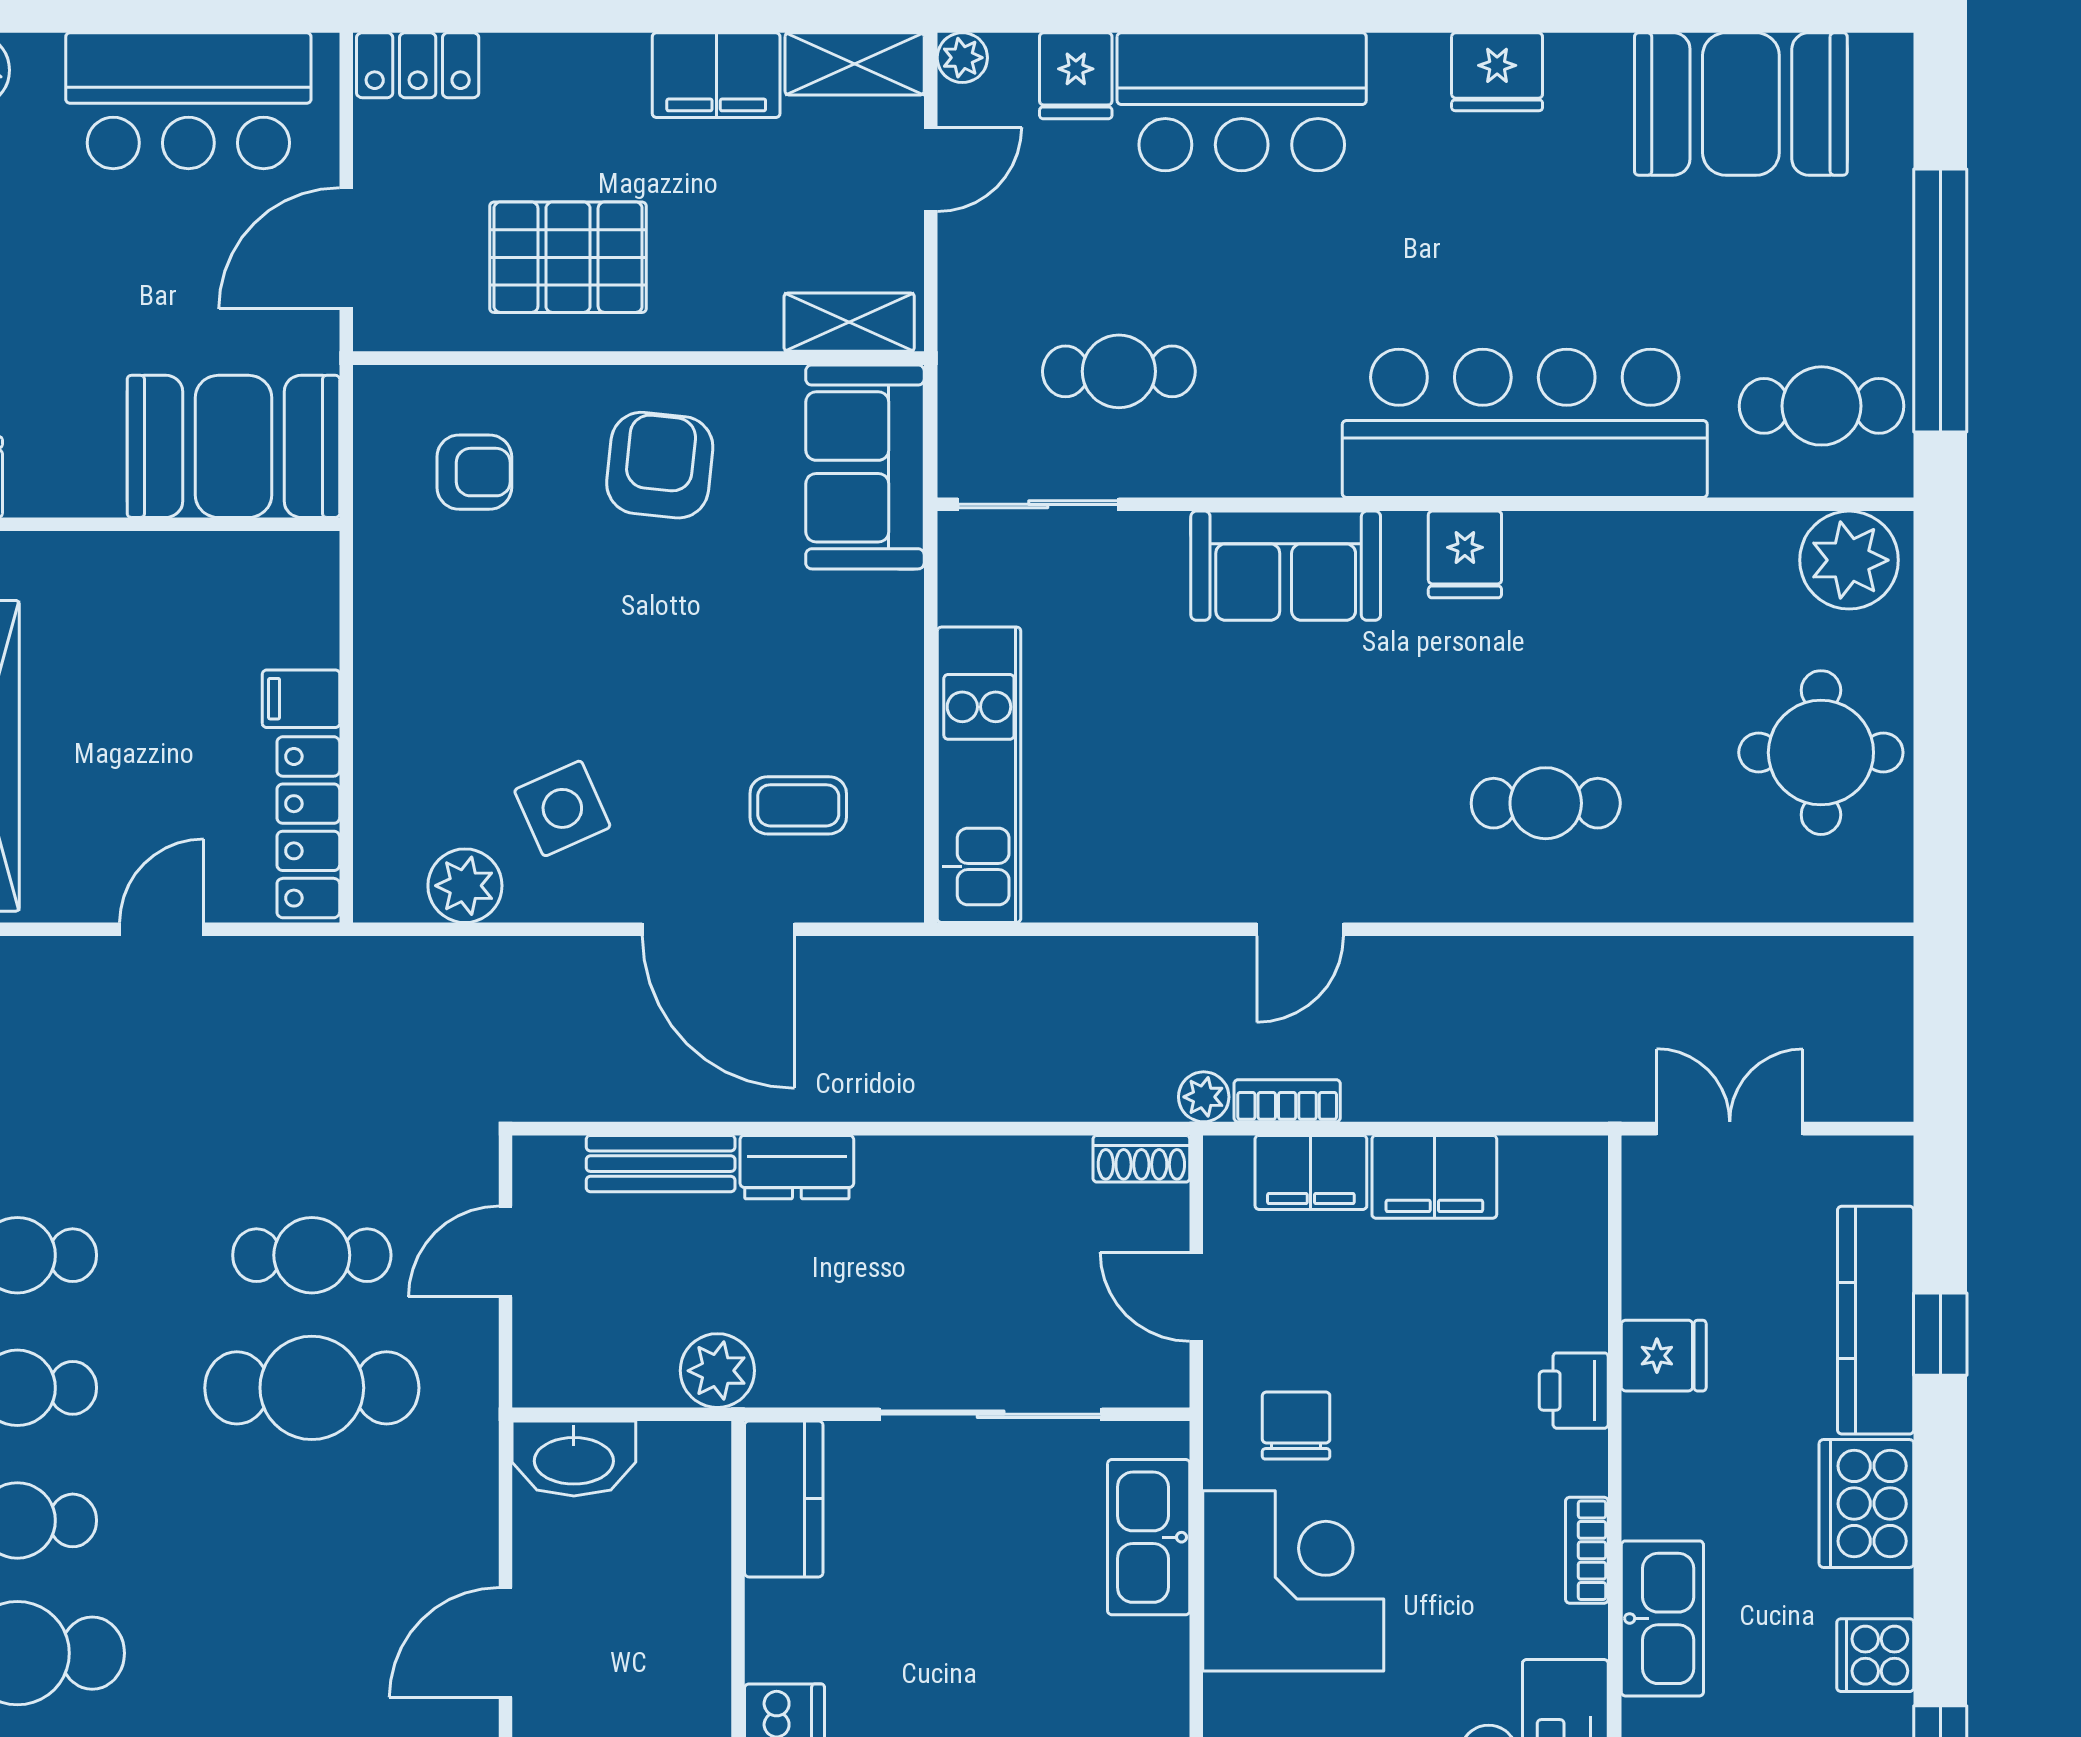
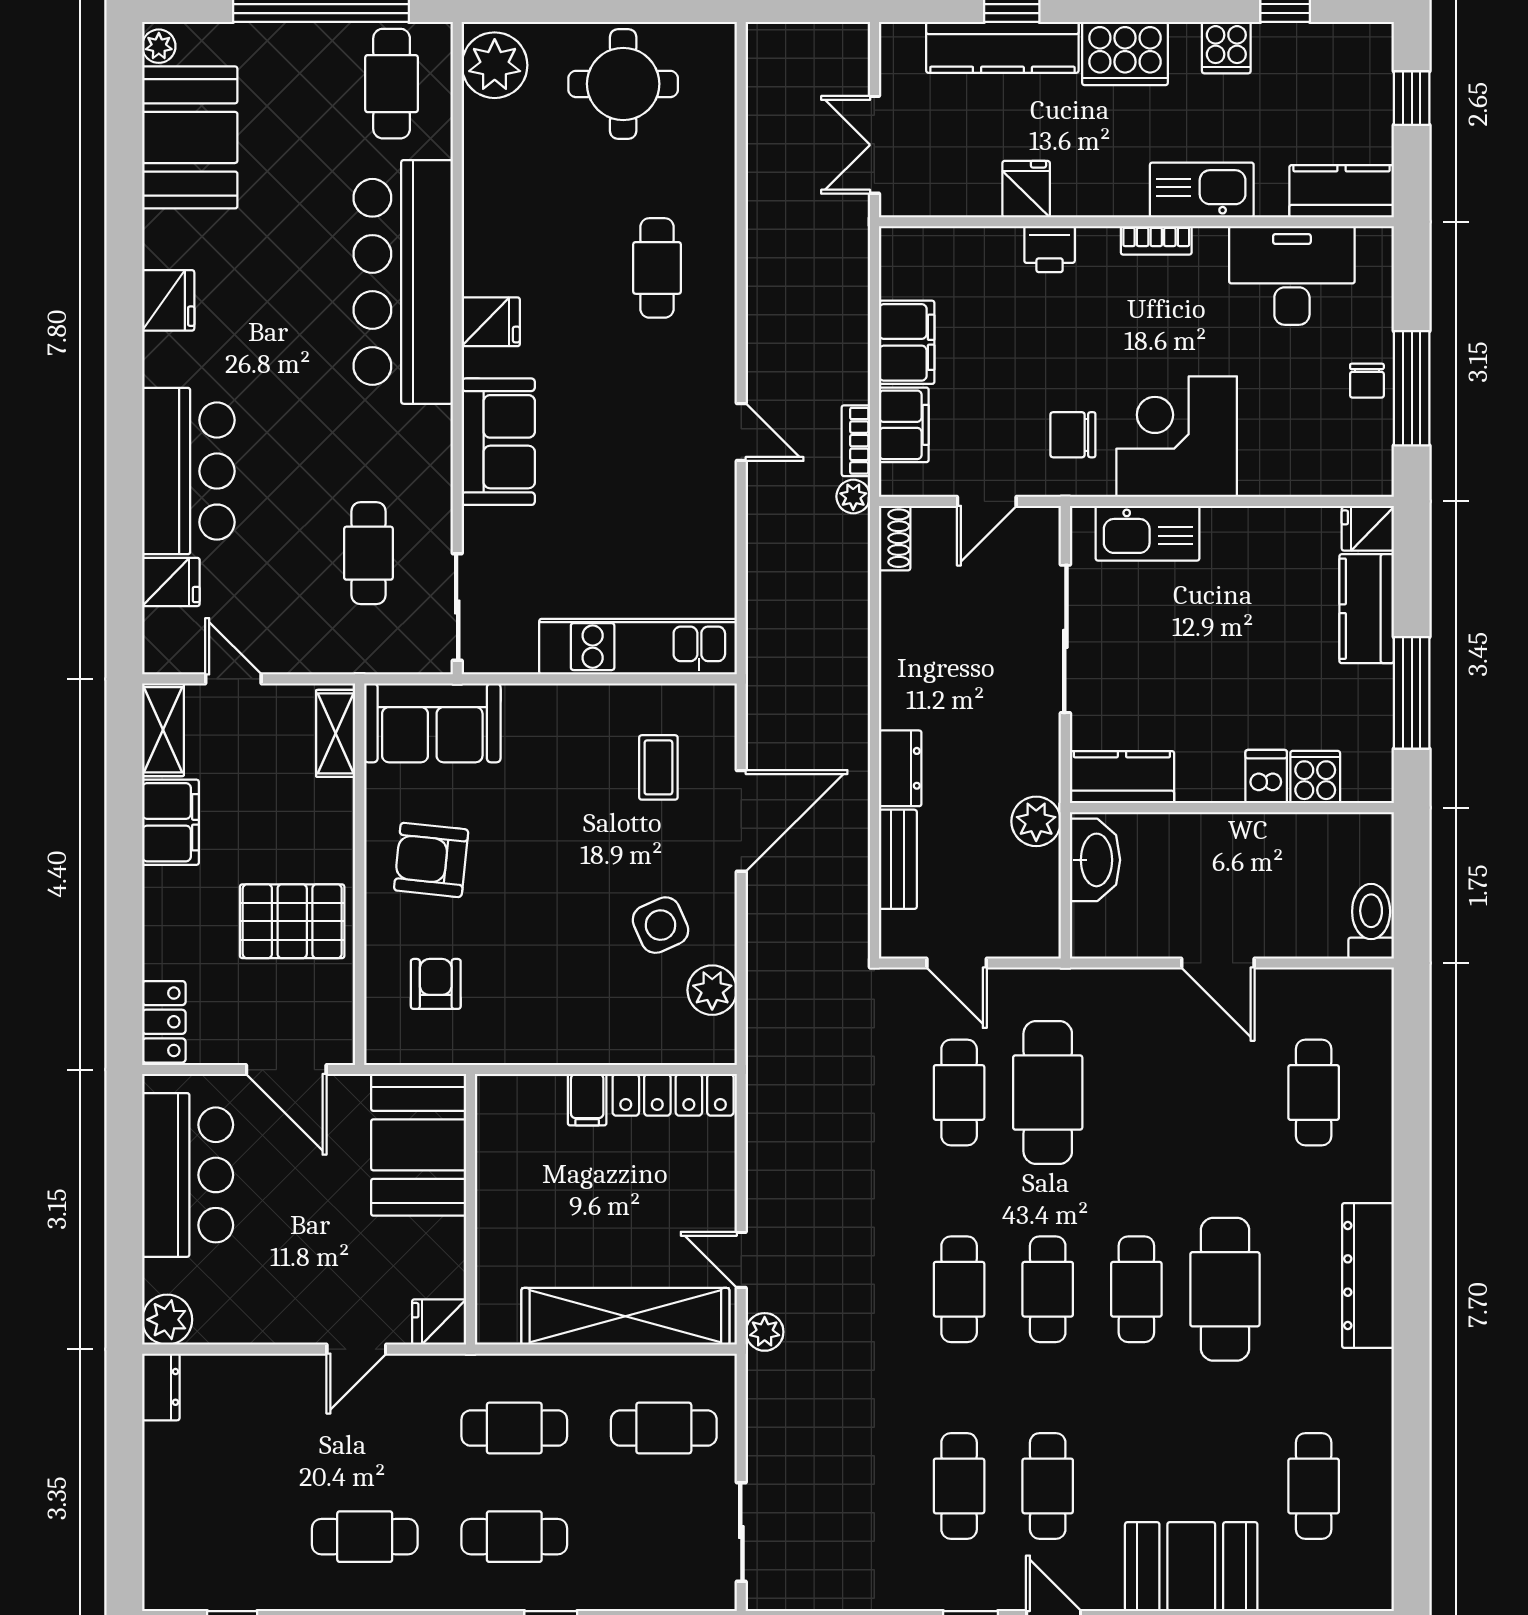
plant: (962, 58) -> (159, 46), moved
pallet: (568, 257) -> (292, 921), turned 90
door: (162, 929) -> (741, 1260), moved
washbasin: (574, 1459) -> (1095, 860), moved

